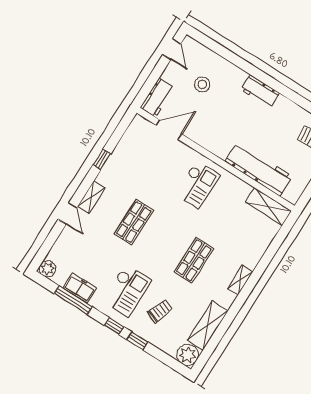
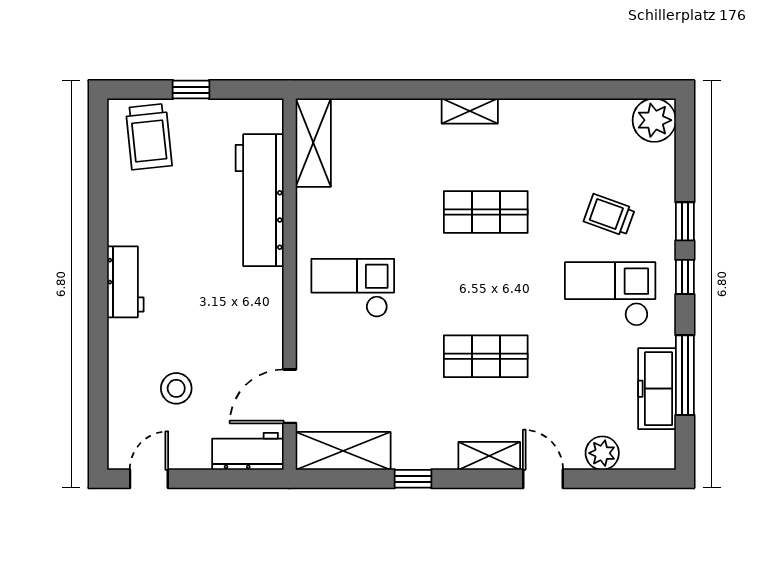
door: (169, 130) -> (290, 396), hinge flipped
door: (67, 213) -> (543, 479), hinge flipped
plant: (47, 269) -> (602, 453), moved
freezer: (80, 288) -> (657, 389), width x1.40
shelving: (208, 326) -> (343, 451), moved

